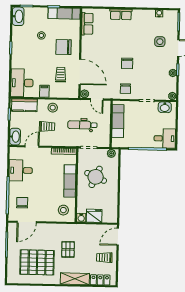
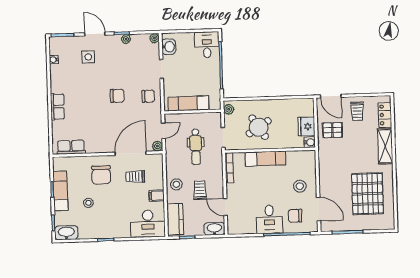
exam couch: (64, 13) -> (60, 191), moved
desk: (21, 170) -> (269, 219), moved
round table: (96, 177) -> (259, 127), turned 33
stool: (63, 210) -> (300, 186), moved
pallet: (68, 249) -> (332, 130), moved

